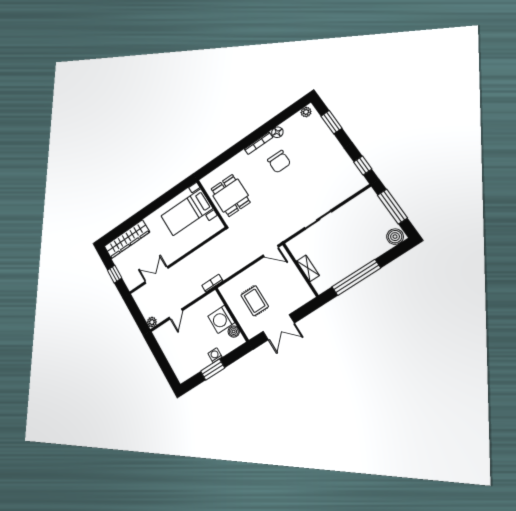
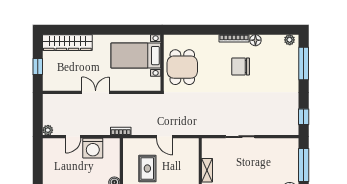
window: (331, 122) -> (304, 64), width x1.44
chair: (279, 162) -> (241, 66), turned 90
door: (271, 251) -> (165, 137), moved
double door: (157, 275) -> (96, 92), moved
washing machine: (221, 319) -> (93, 148), moved, turned -90

